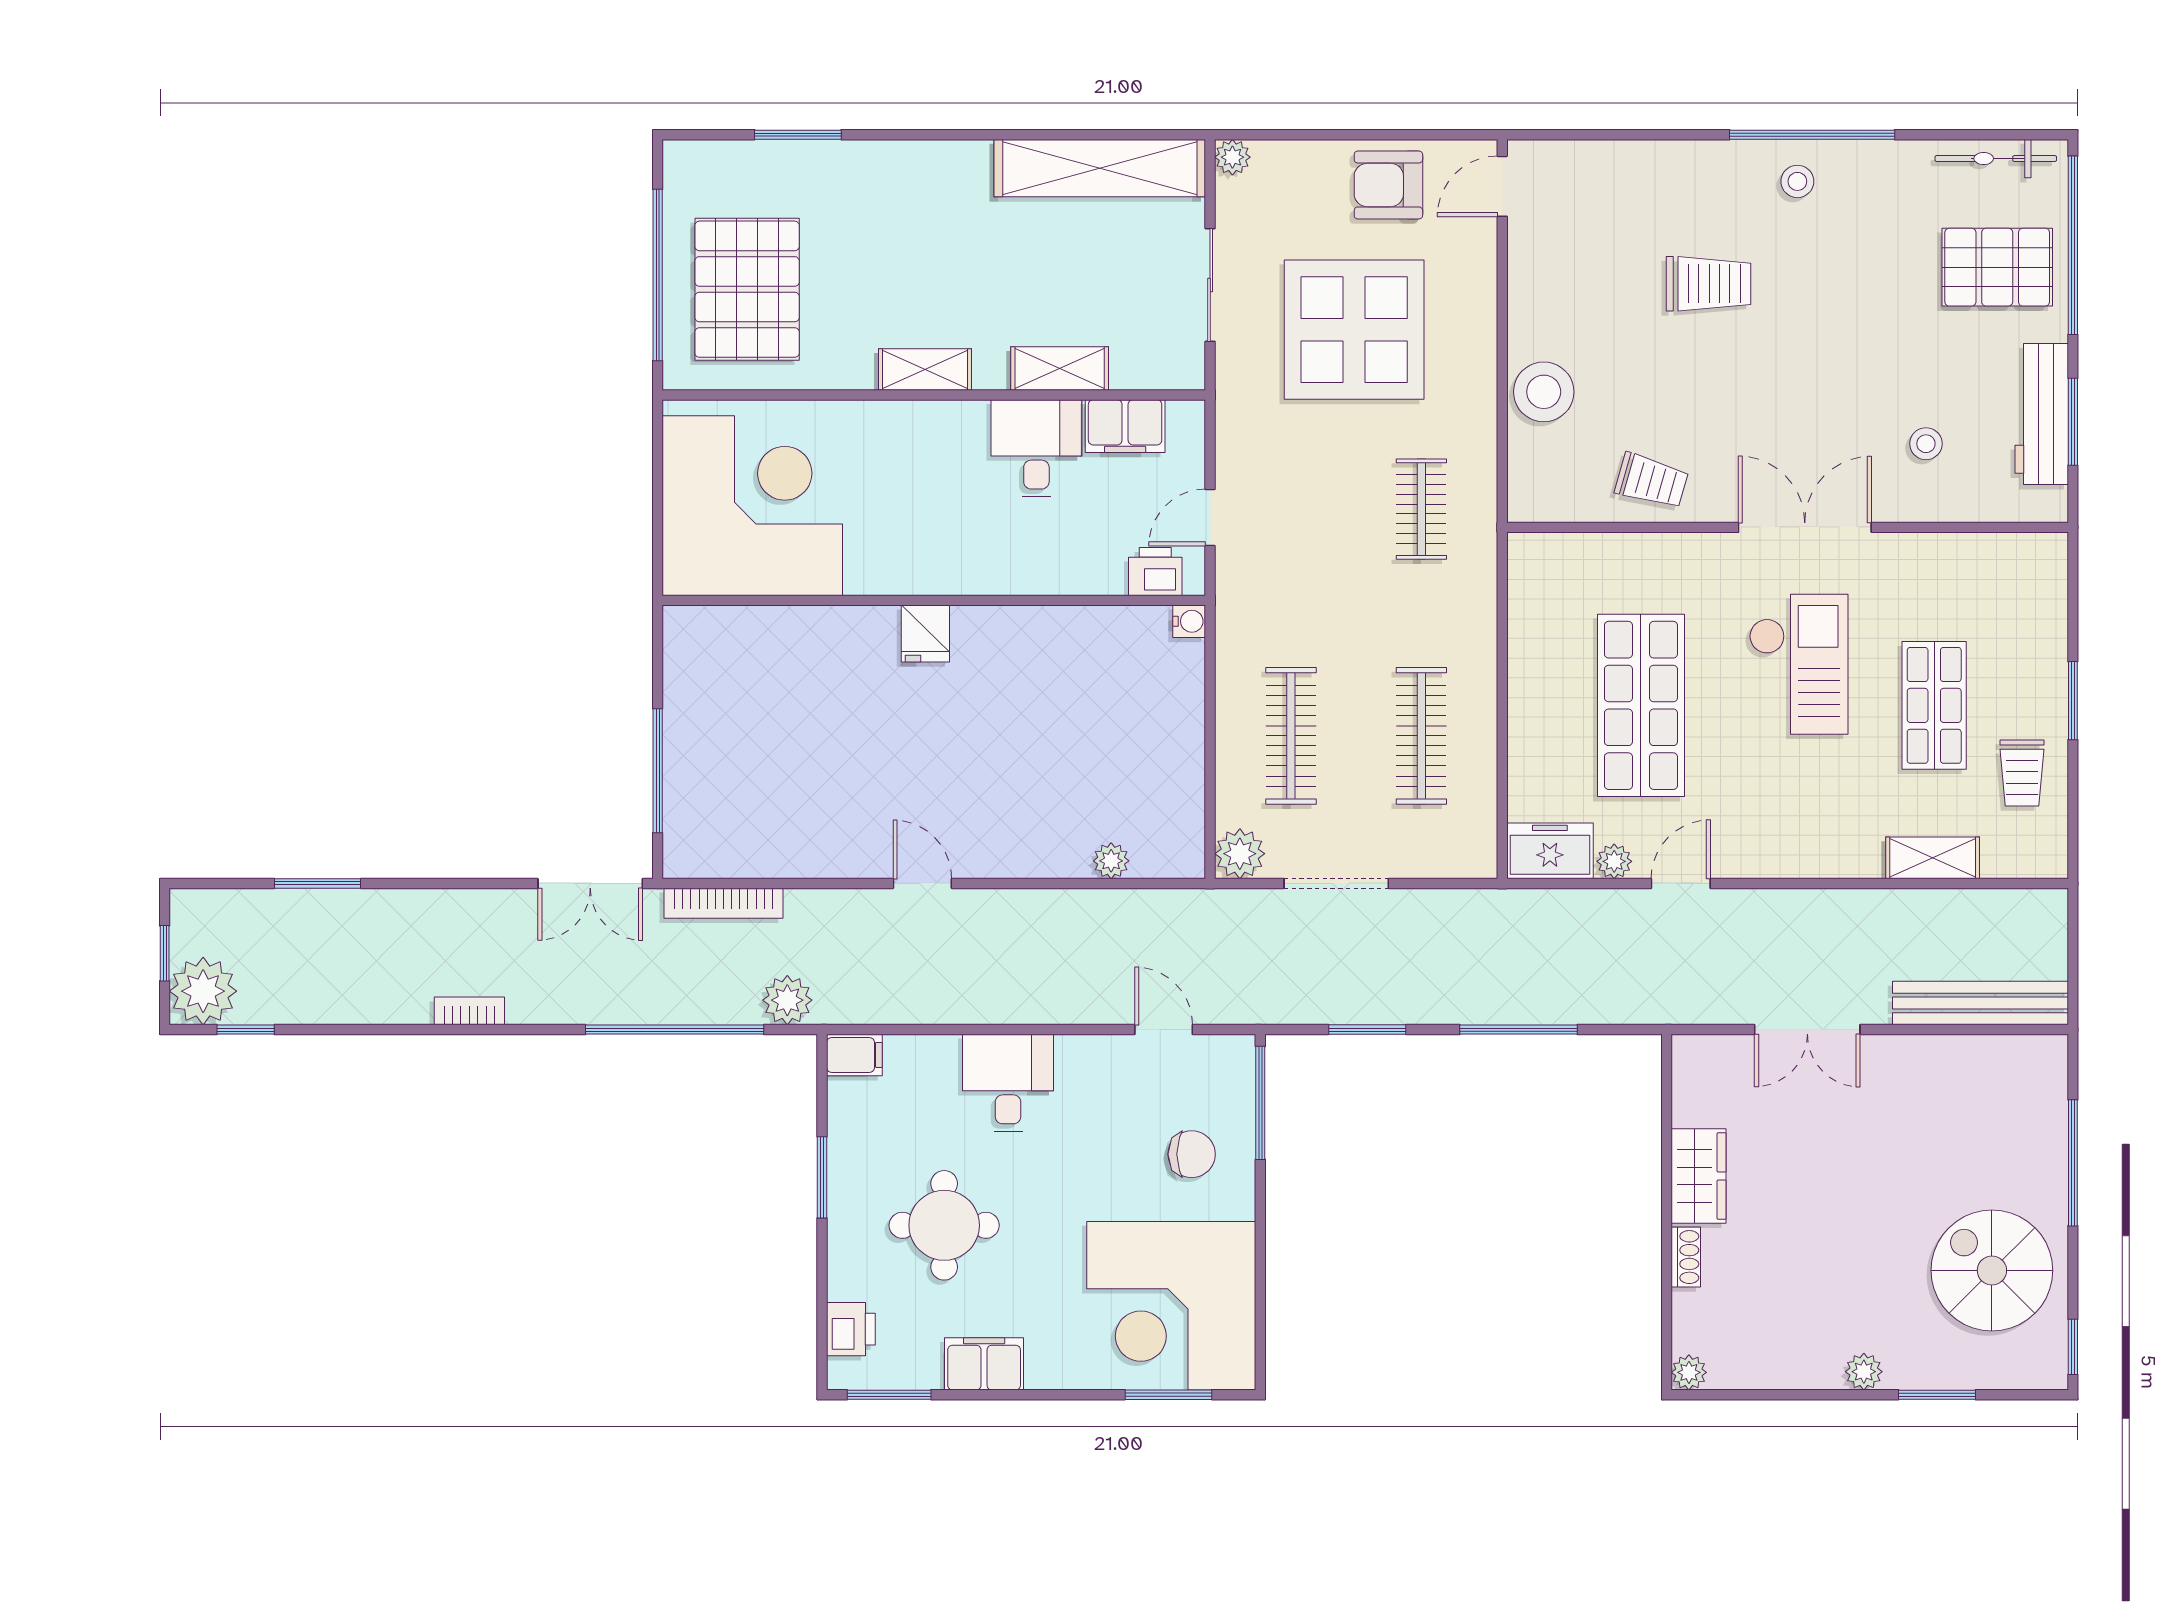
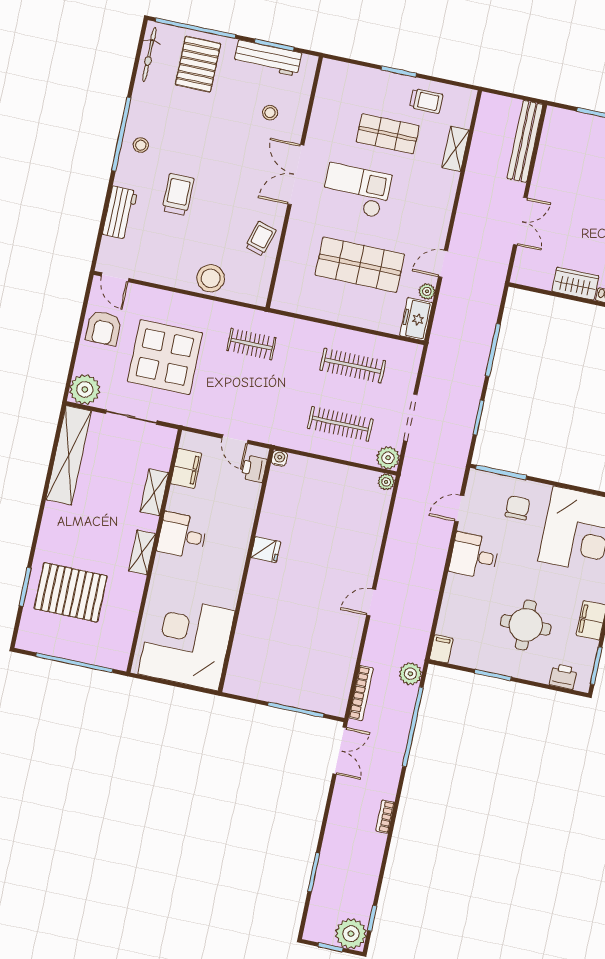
plant: (1232, 157) -> (85, 389), width x1.88, depth x1.88
workbench: (1643, 167) -> (120, 213), added
pallet: (747, 289) -> (71, 592), moved
desk: (1036, 448) -> (182, 535), moved
fridge: (925, 634) -> (266, 550), moved
plant: (1111, 861) -> (386, 482), moved
door: (1681, 883) -> (443, 264), hinge flipped
desk: (1008, 1083) -> (474, 556), moved

